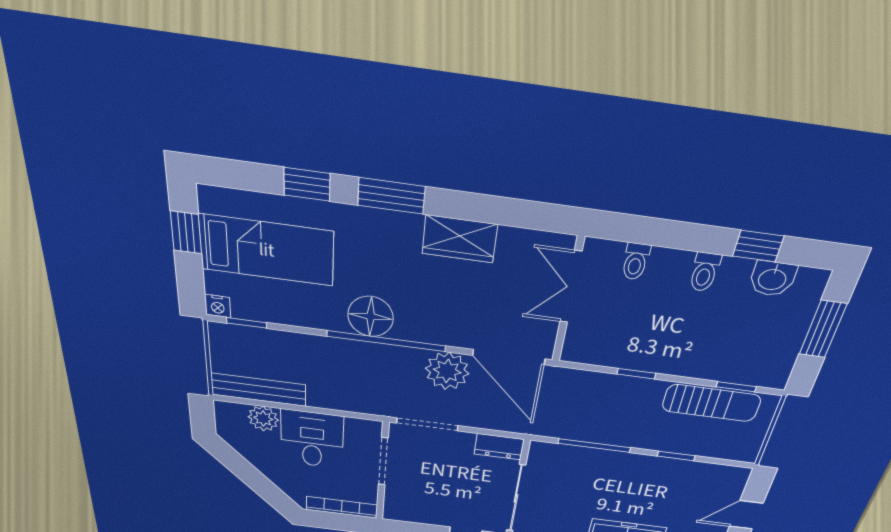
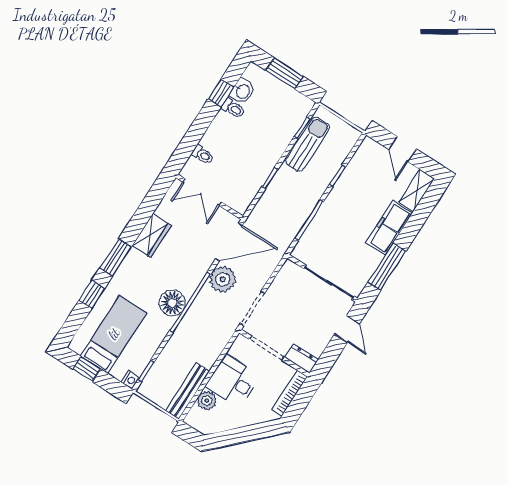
toilet: (705, 272) -> (233, 108), moved
dresser: (499, 447) -> (302, 358), moved, turned -90

